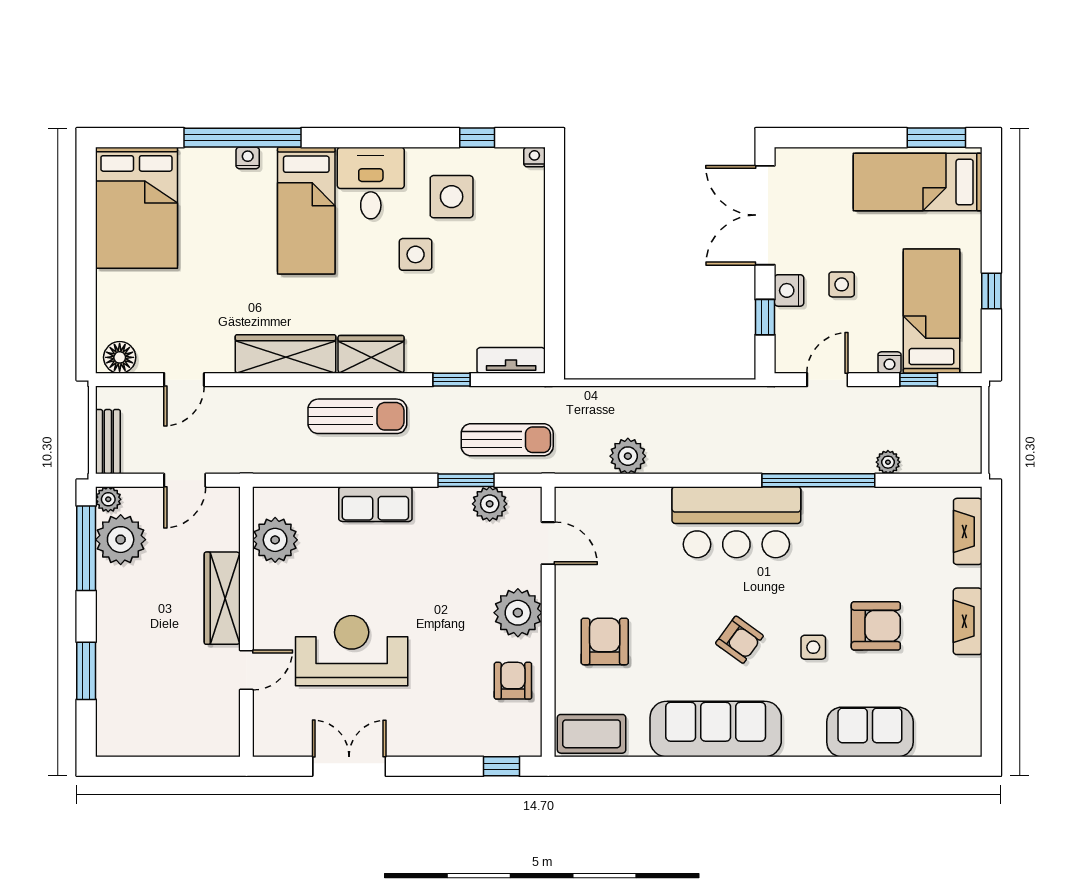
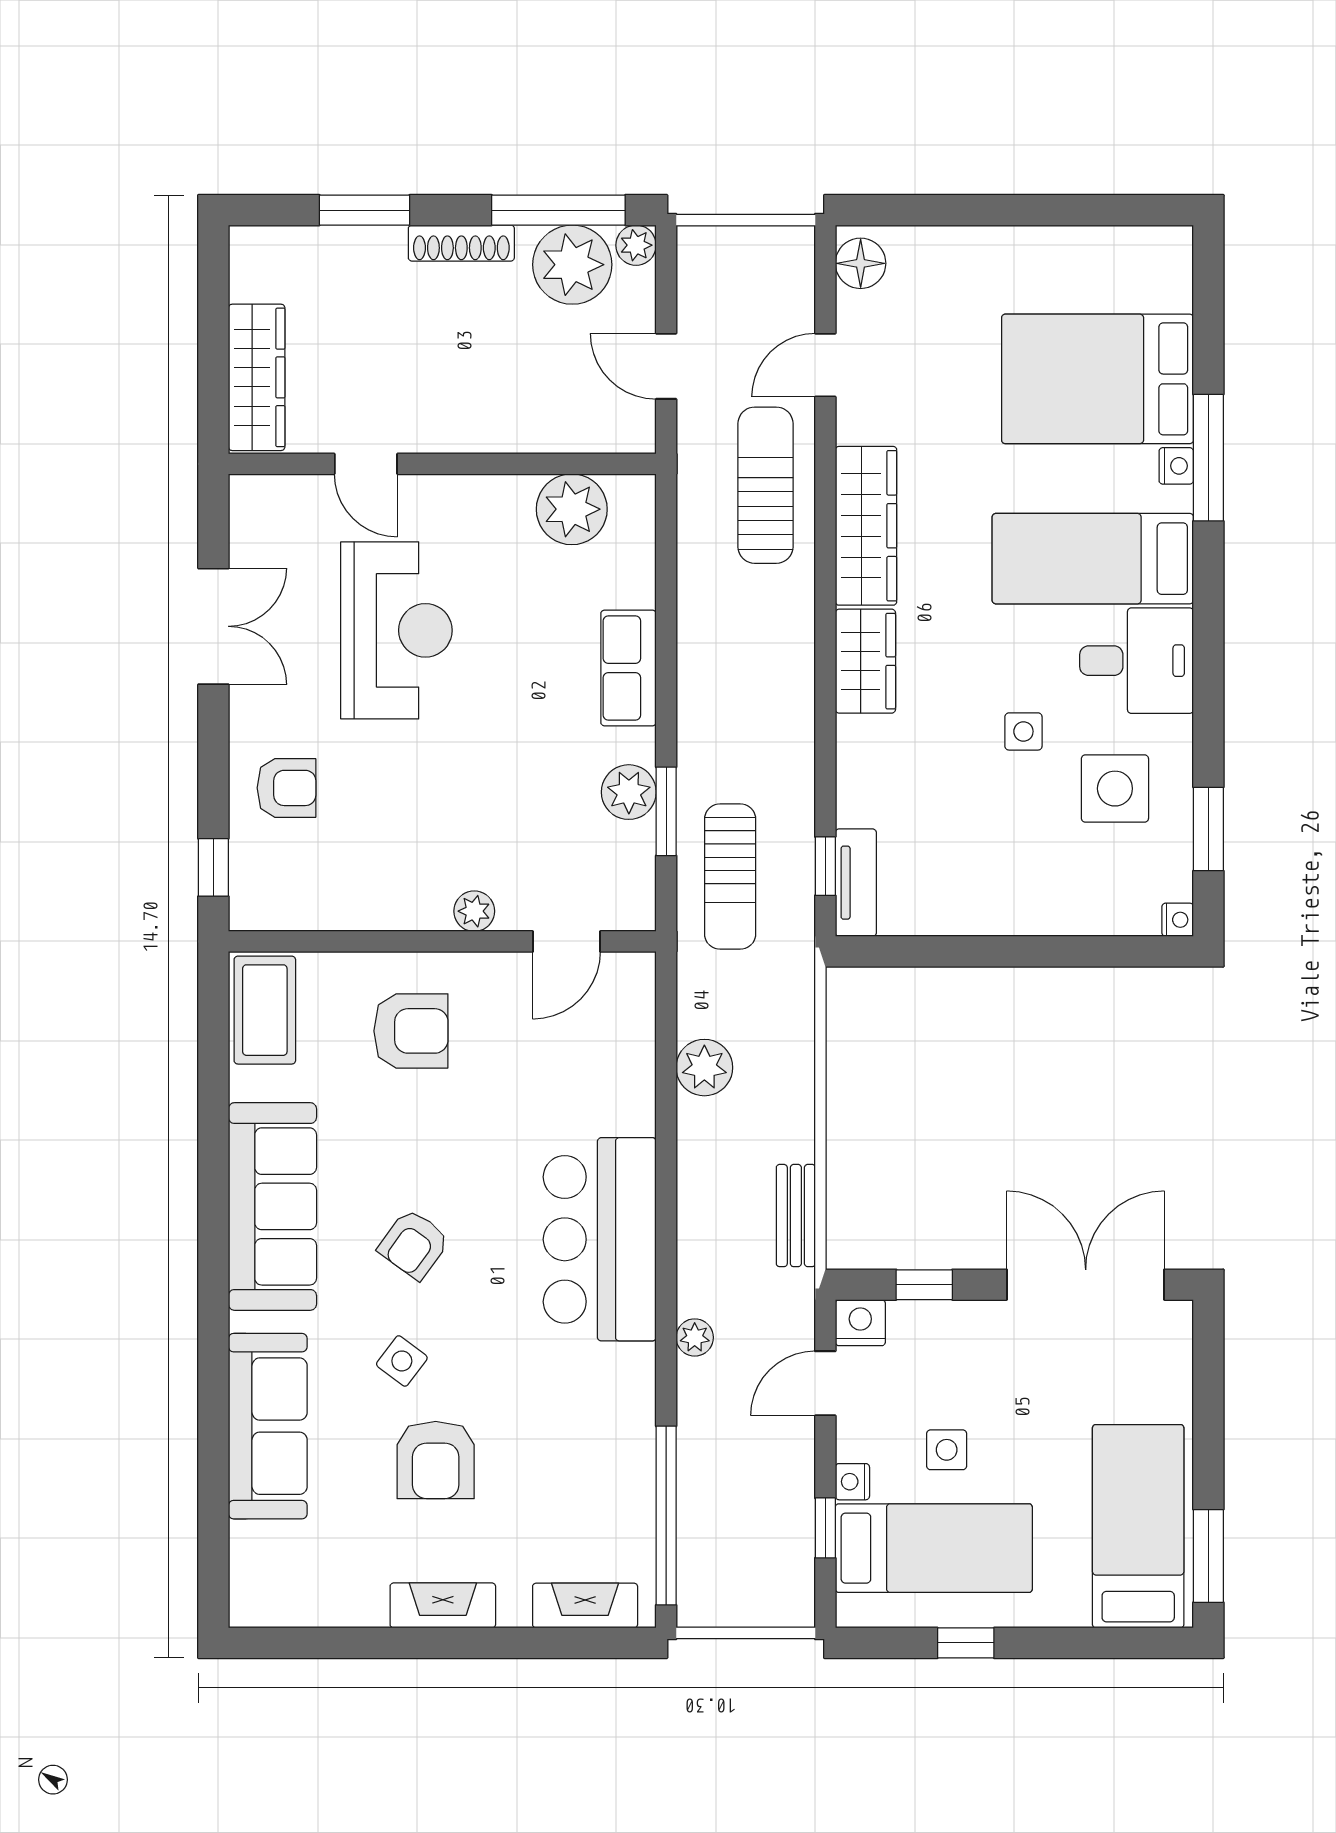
window: (243, 138) -> (1208, 458), width x0.68
window: (477, 138) -> (1208, 829), width x1.50
bed: (136, 208) -> (1098, 379), moved
side table: (416, 254) -> (1023, 731), width x0.73, depth x0.73
side table: (842, 284) -> (947, 1450), moved
nightstand: (789, 290) -> (860, 1323), moved
door: (184, 380) -> (825, 365), hinge flipped
window: (452, 380) -> (825, 866), moved
door: (827, 380) -> (825, 1383), swing flipped
sun lounger: (357, 416) -> (765, 485), moved, turned 180
bench: (108, 442) -> (796, 1216), moved, turned 90
plant: (888, 462) -> (695, 1337), moved
window: (818, 480) -> (666, 1516), moved
plant: (490, 504) -> (629, 792), moved
wardrobe: (222, 598) -> (257, 377), moved, turned 90
shoe rack: (107, 610) -> (461, 243), added
plant: (518, 613) -> (474, 911), width x0.53, depth x0.53
side table: (813, 647) -> (402, 1361), turned 37
armchair: (513, 681) -> (287, 788), moved
sofa: (870, 732) -> (268, 1426), width x1.36

